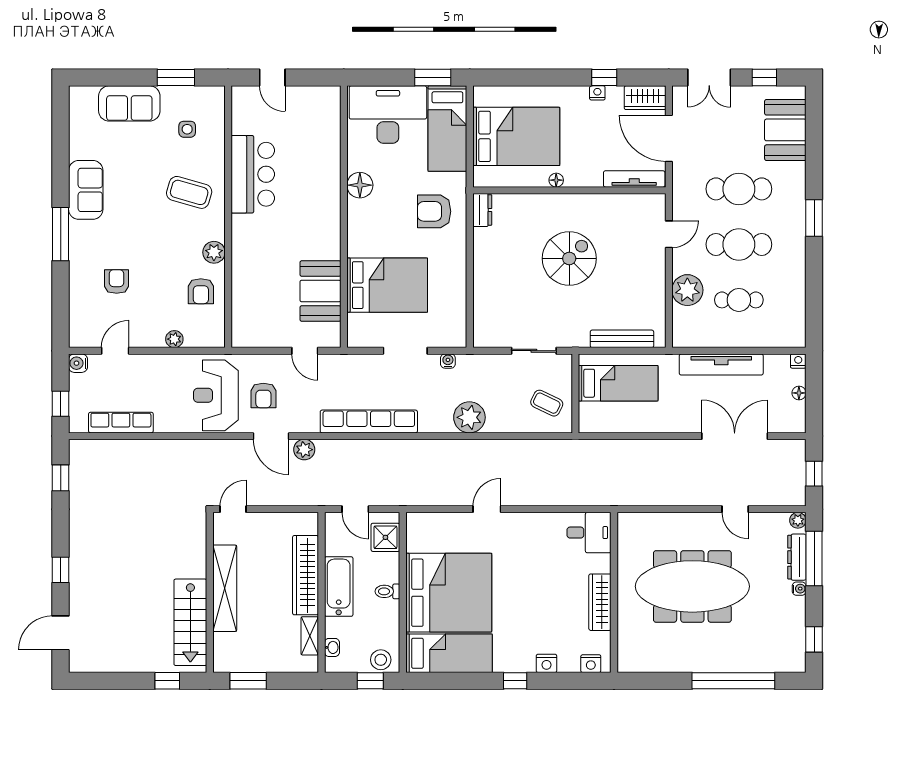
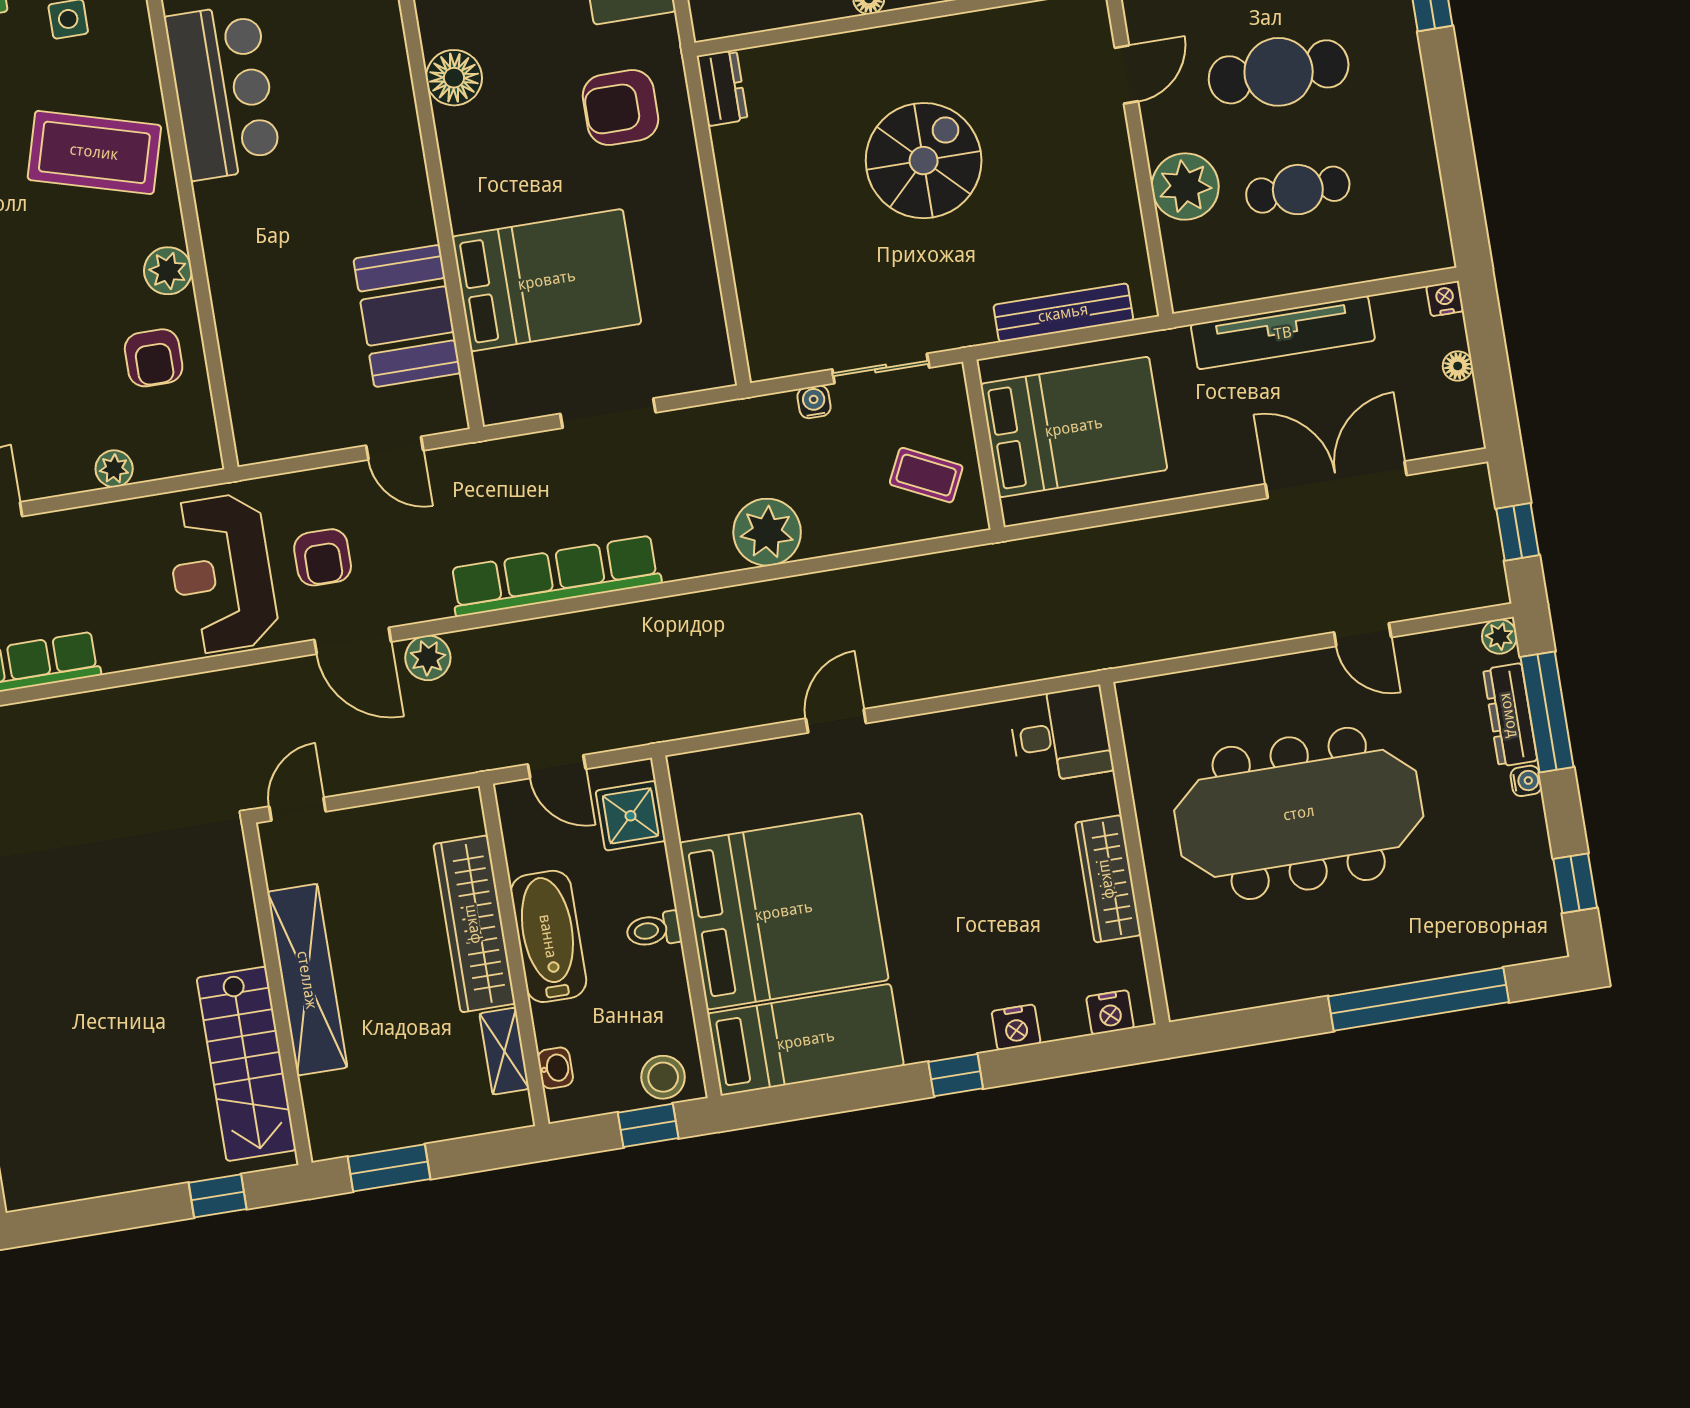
coffee table: (189, 192) -> (94, 152), width x1.36, depth x1.32
water cooler: (448, 361) -> (814, 402), moved
bed: (618, 383) -> (1074, 427), width x1.50

